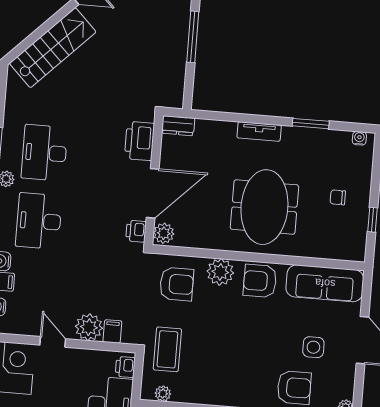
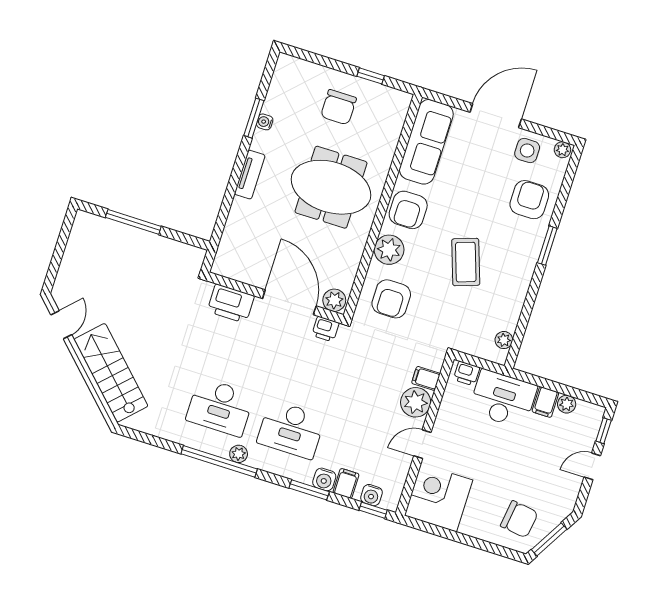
dresser: (178, 126) -> (224, 259), removed
water cooler: (359, 138) -> (265, 122), moved
chair: (338, 197) -> (338, 107), width x1.87, depth x1.87
armchair: (177, 284) -> (391, 299), turned 180
side table: (313, 347) -> (527, 151), moved
coffee table: (167, 349) -> (466, 262), moved, turned 71

